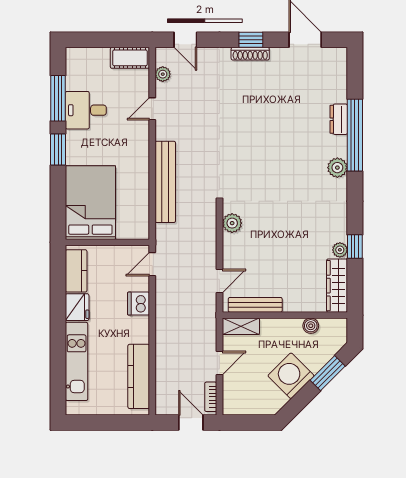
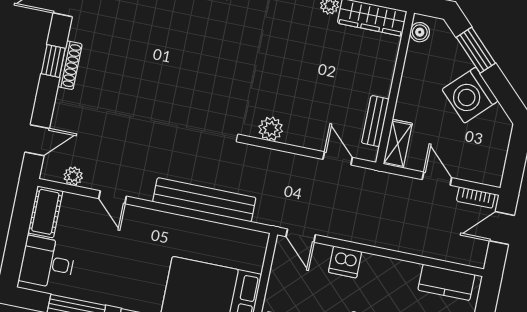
desk: (86, 110) -> (47, 263), moved, turned 90
bench: (255, 305) -> (375, 121), width x0.73
boiler: (311, 326) -> (420, 32), moved
kitchen counter: (139, 376) -> (446, 282), width x0.67

